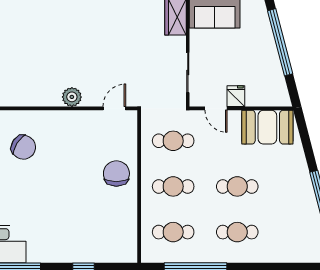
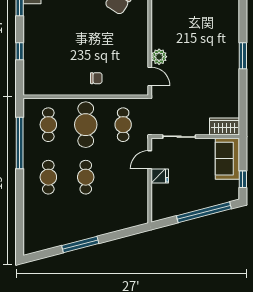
plant: (72, 97) -> (159, 57), moved
booth: (267, 127) -> (134, 202), removed
chair: (116, 174) -> (96, 78), width x0.54, depth x0.54
cafe table: (173, 186) -> (86, 125), width x1.37, depth x1.35

